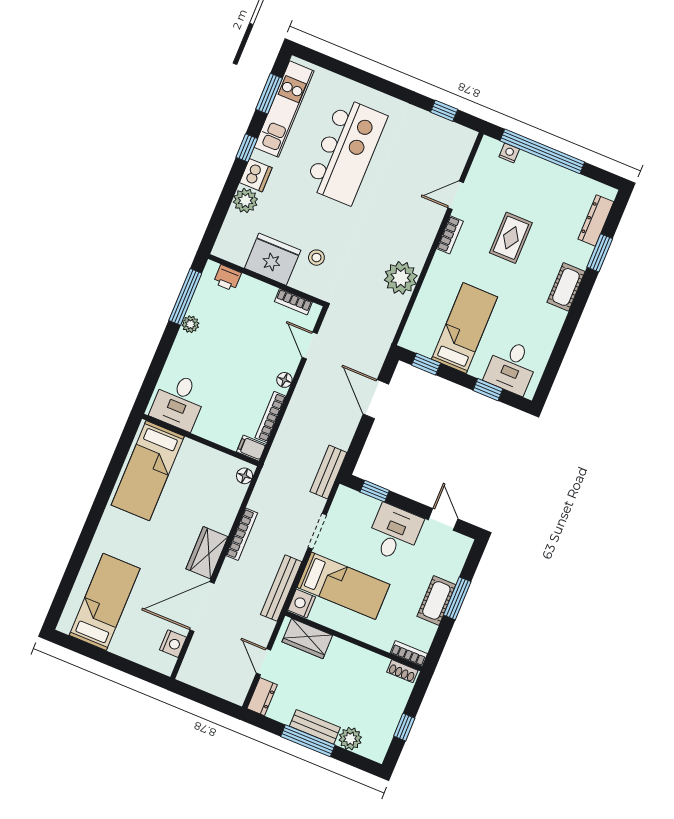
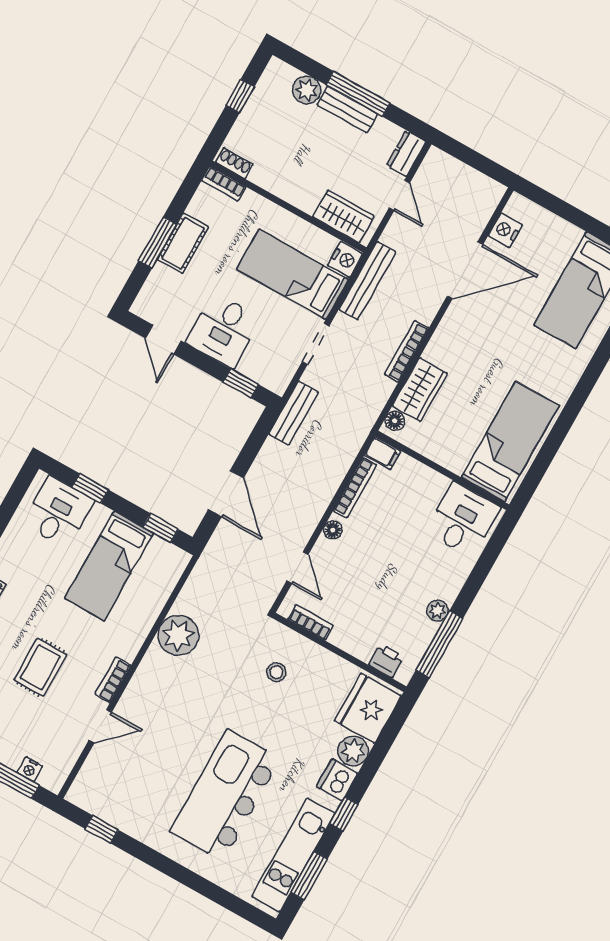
fridge: (273, 259) -> (368, 708), moved, turned 90
wardrobe: (207, 553) -> (420, 390), moved

